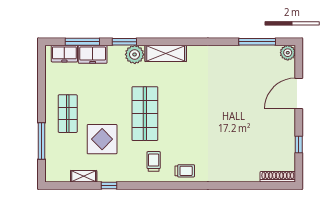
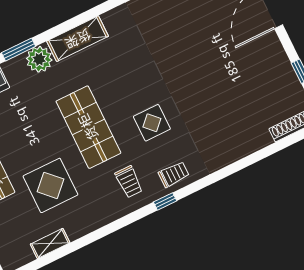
display table: (187, 131) -> (152, 123), added
trolley: (154, 161) -> (129, 182), turned 180
window: (109, 186) -> (165, 201), moved

